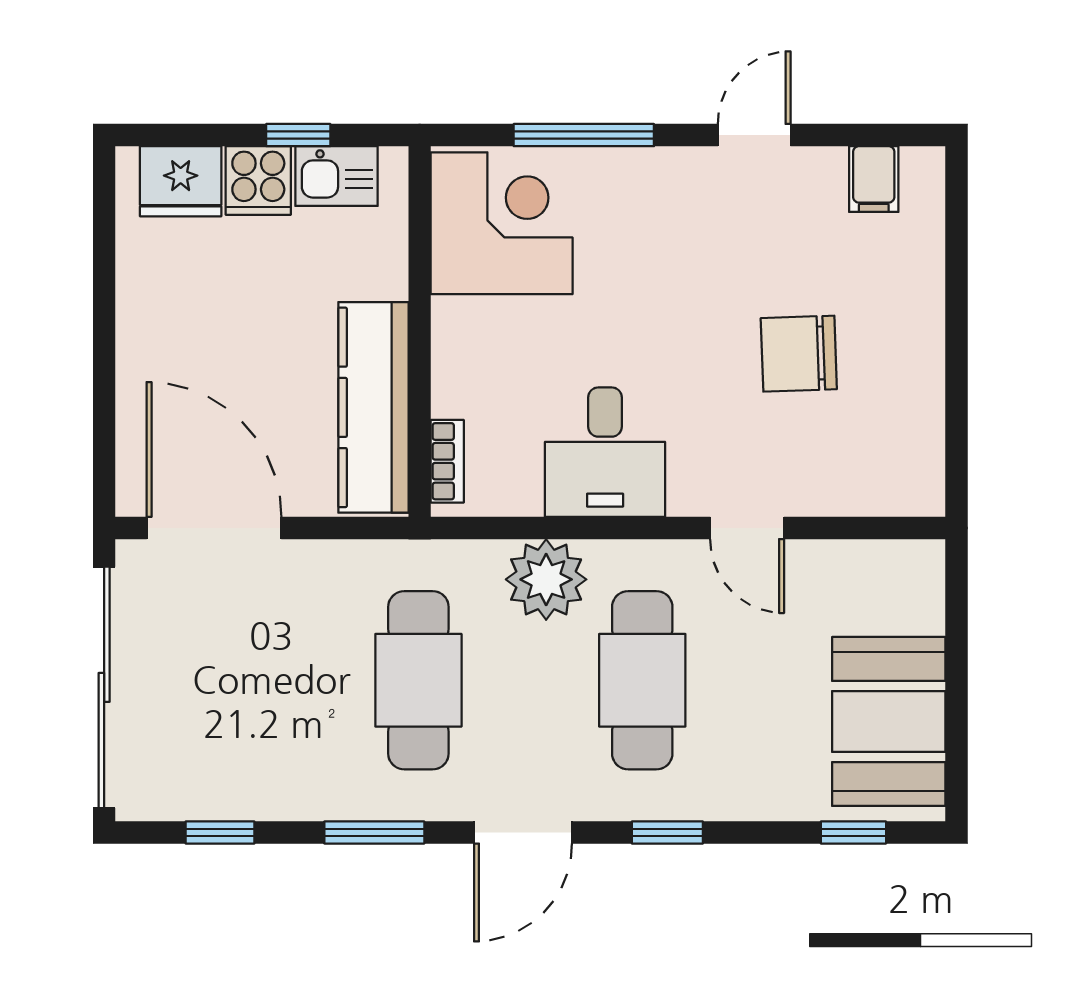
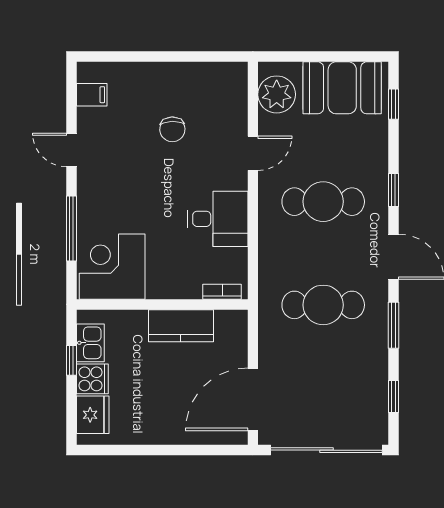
chair: (799, 354) -> (172, 129), width x0.73, depth x0.73
kitchen counter: (373, 407) -> (181, 326), width x0.67
plant: (546, 579) -> (277, 94), moved

